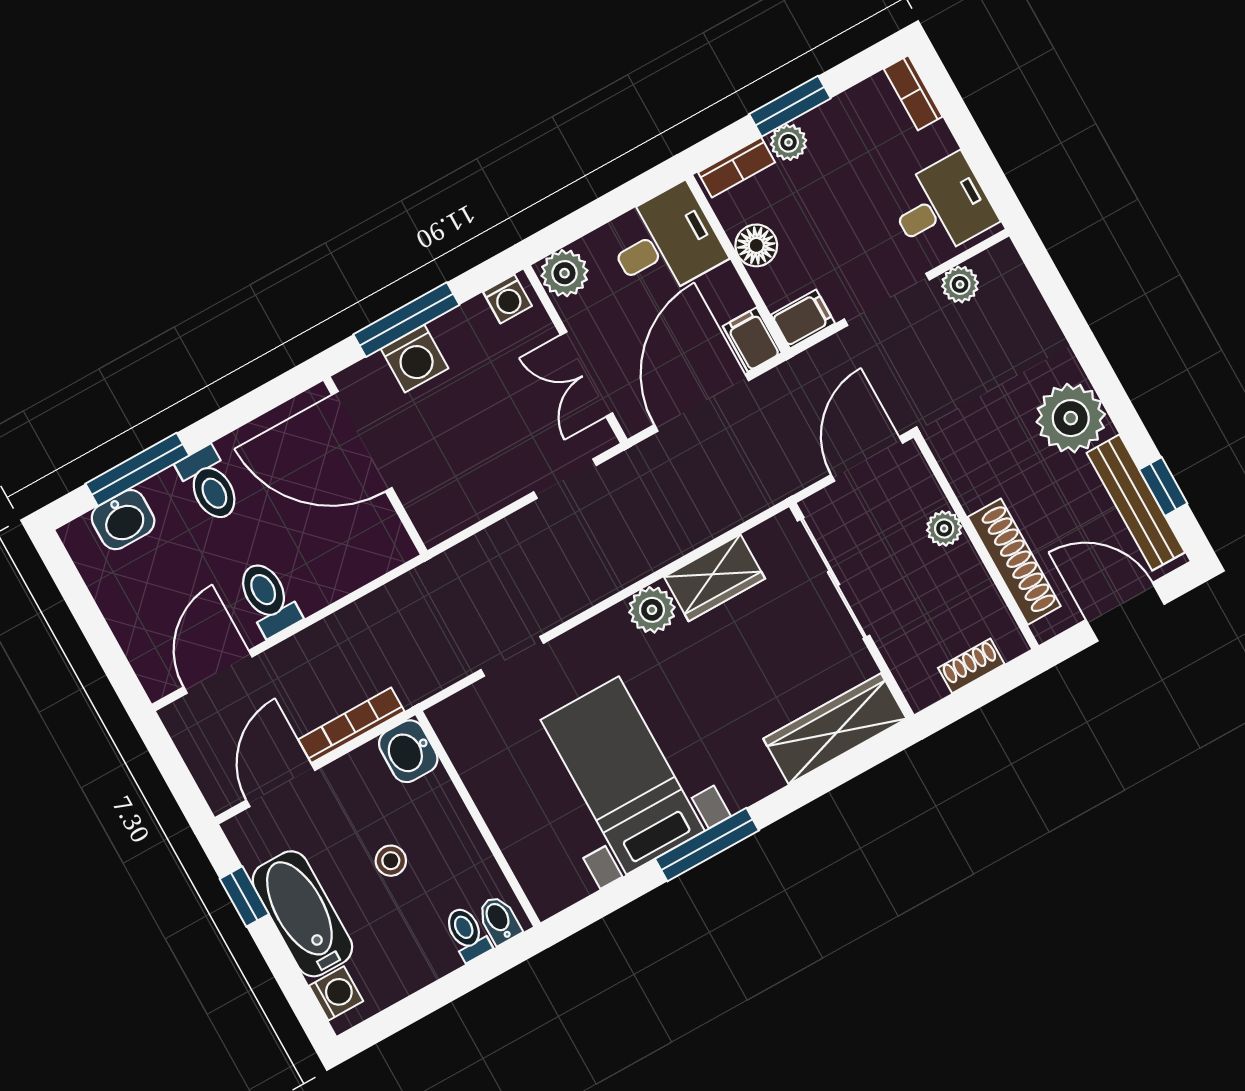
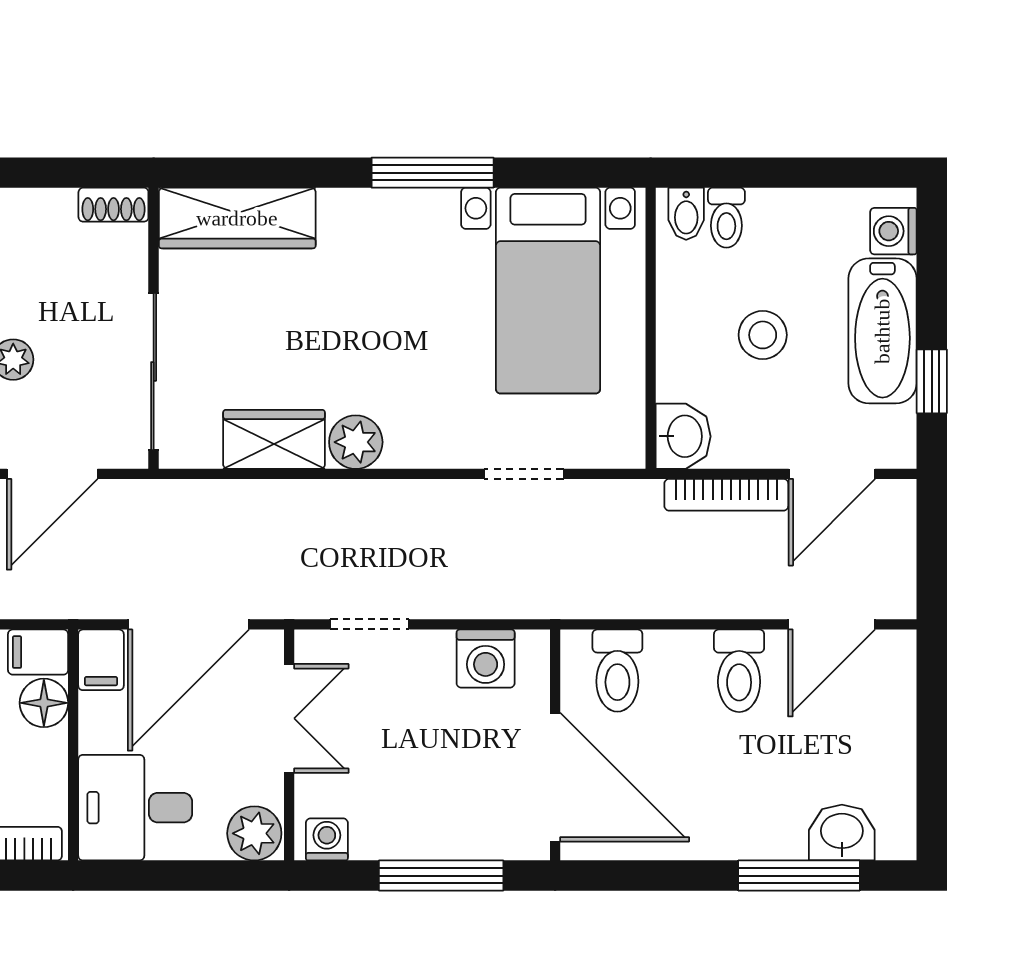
floor lamp: (756, 245) -> (44, 703), moved
washing machine: (415, 359) -> (486, 659), moved, turned 180
toilet: (210, 485) -> (617, 671), moved, turned 180
shoe rack: (971, 666) -> (113, 205), moved
bed with nightstands: (623, 775) -> (548, 291), moved
stool: (391, 861) -> (763, 335), width x1.37, depth x1.37

